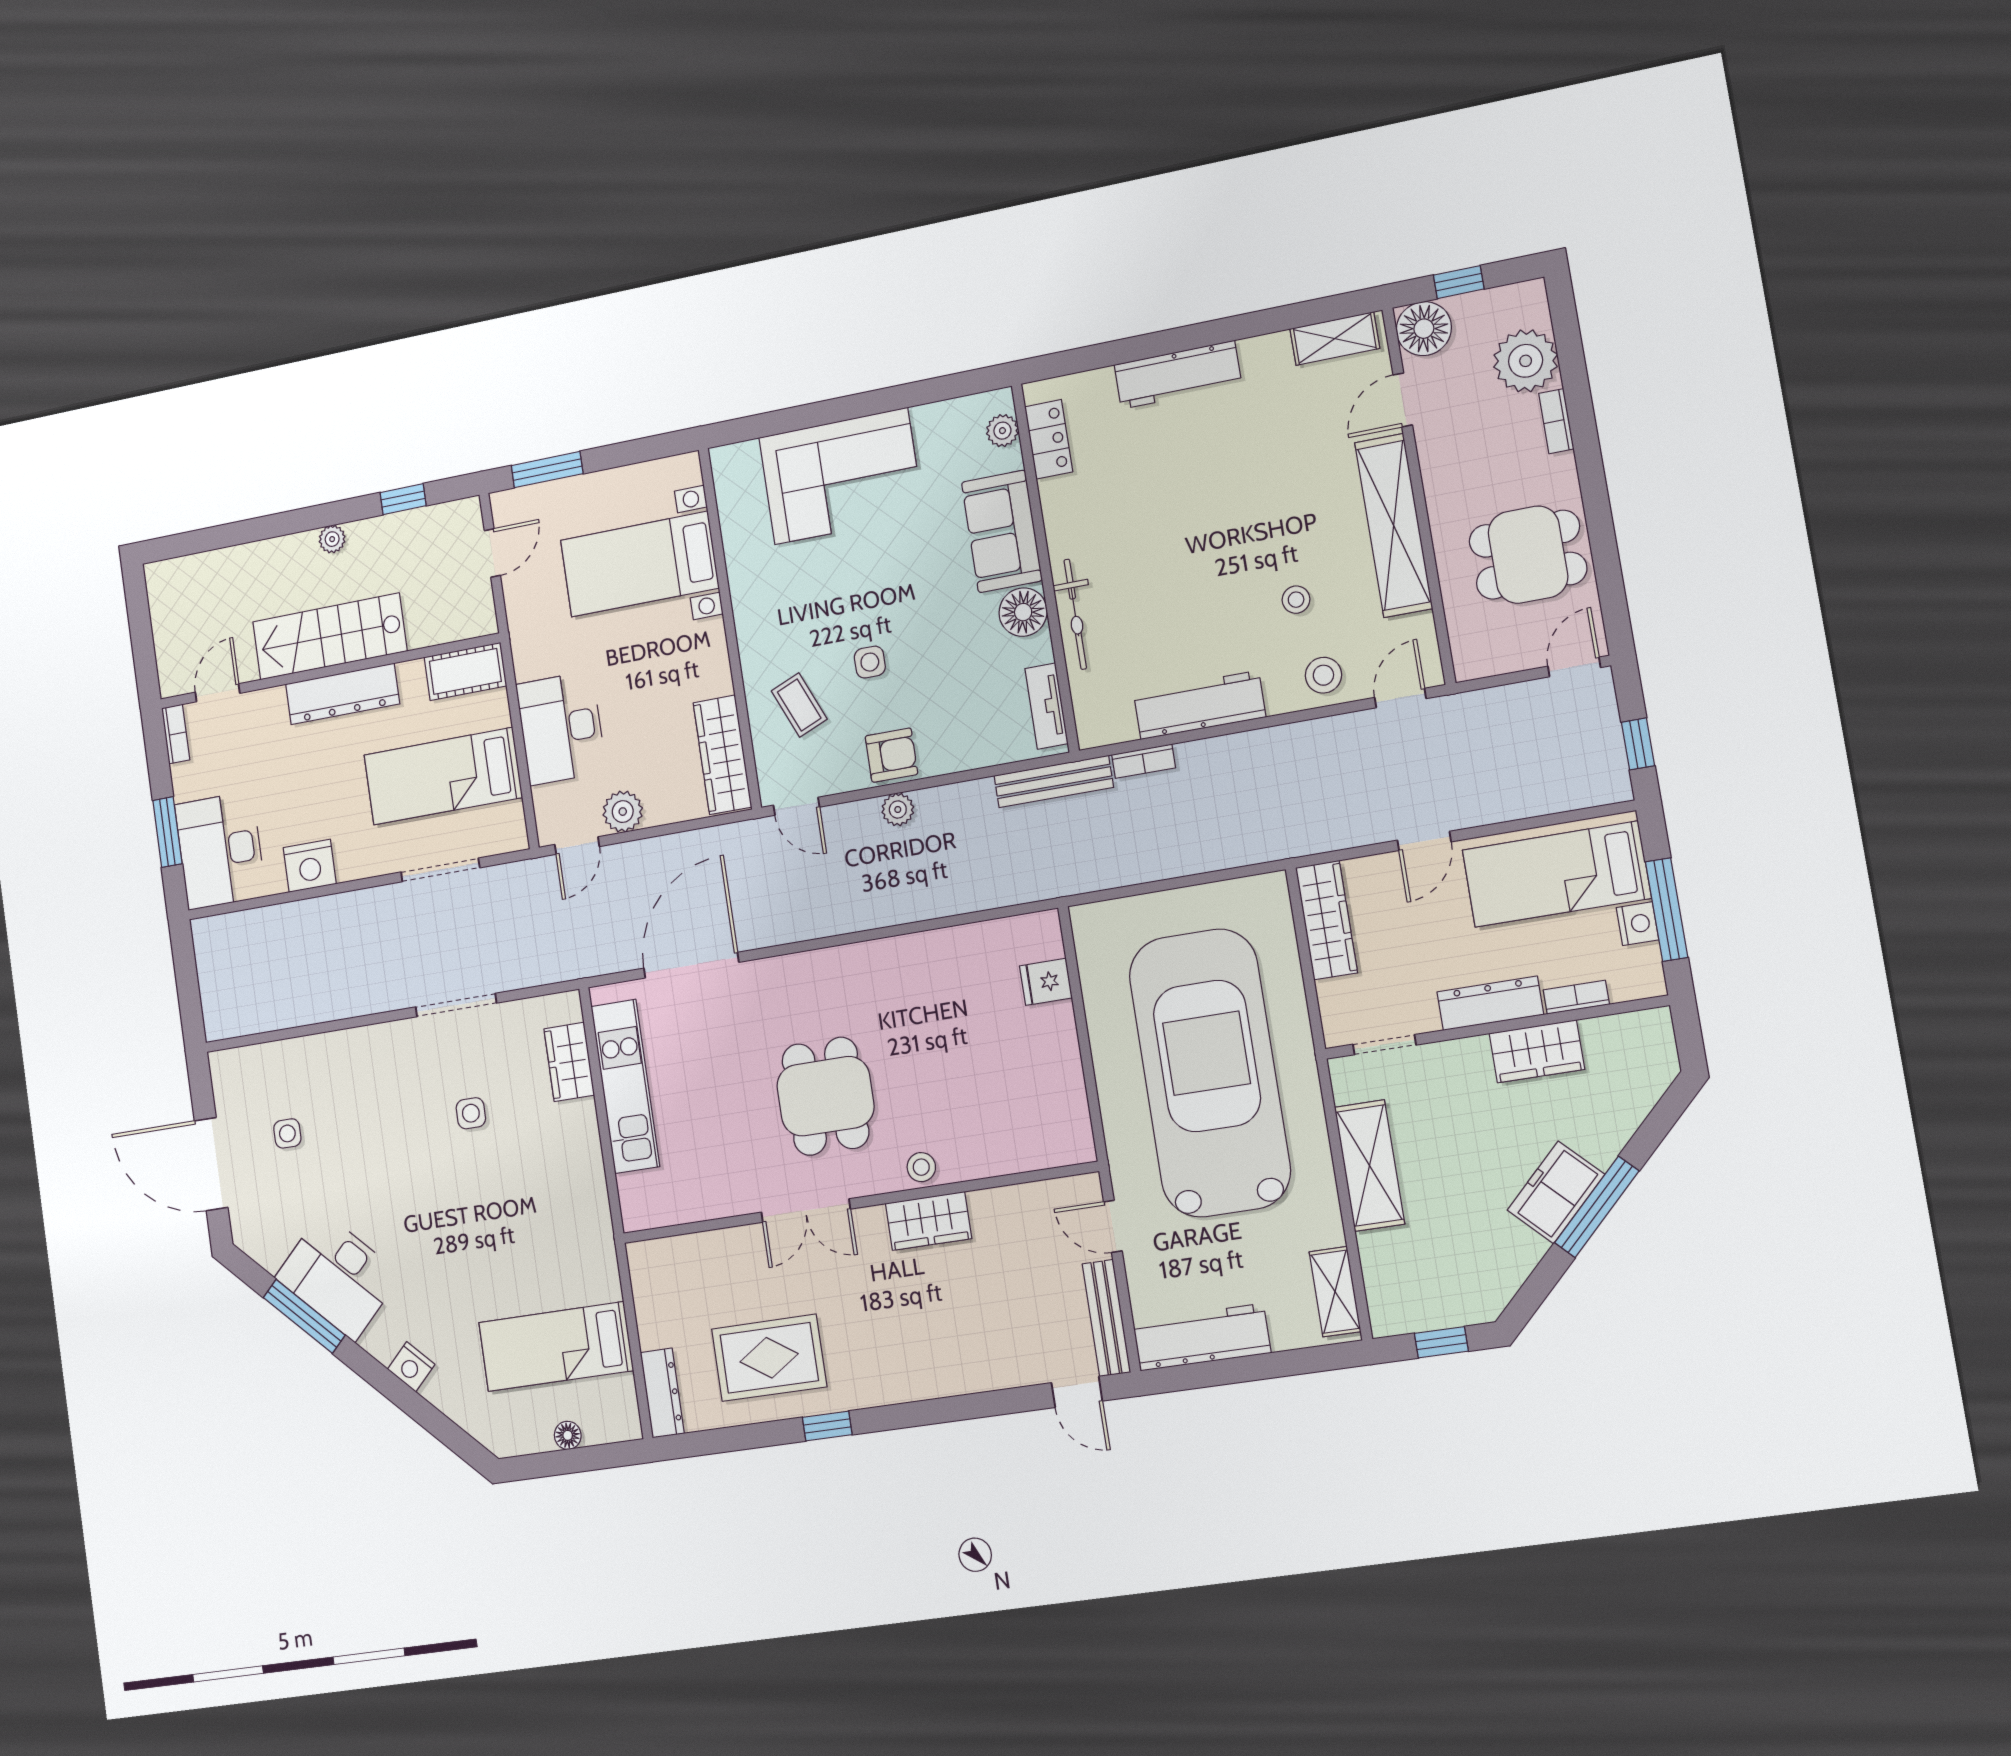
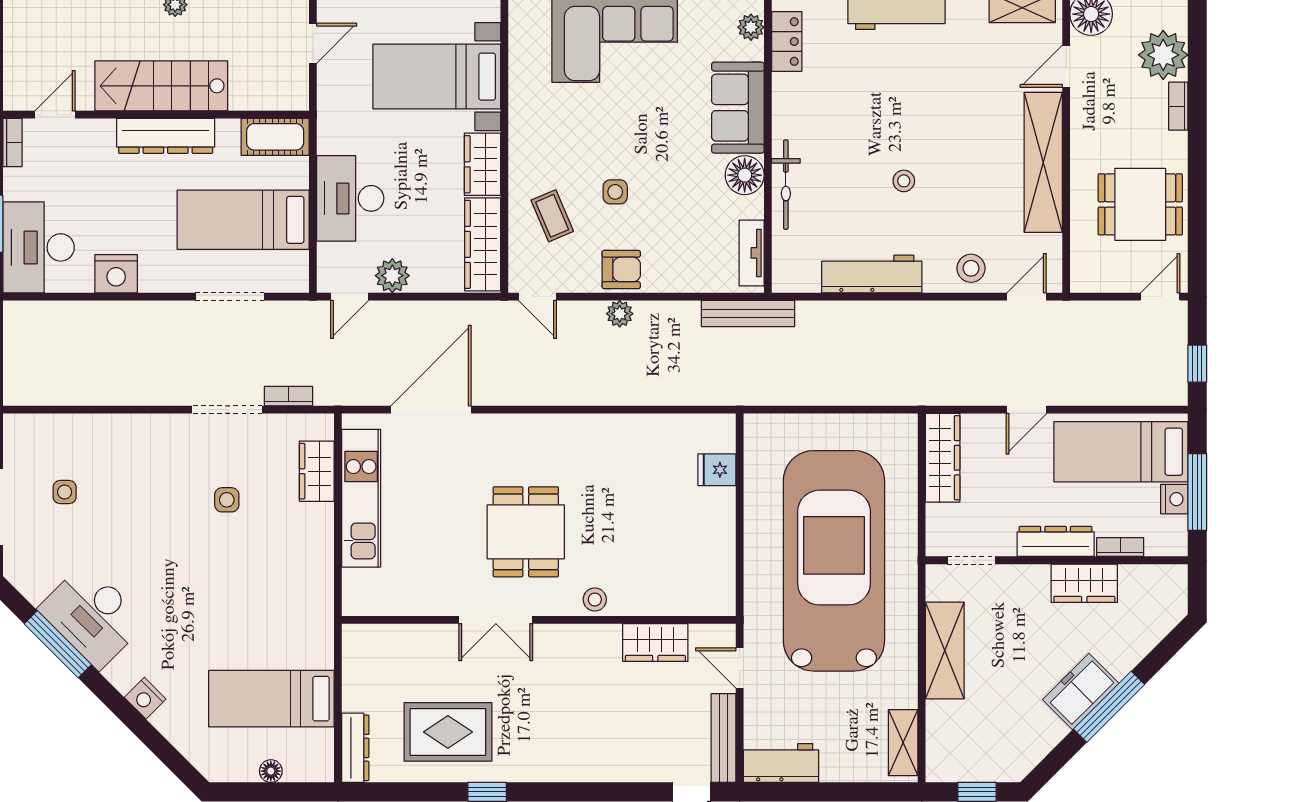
stool: (1296, 600) -> (904, 181), moved
wardrobe: (708, 658) -> (482, 164), added
bookcase: (1144, 761) -> (288, 396), moved, turned 180
wardrobe: (928, 1221) -> (655, 643), moved
workbench: (1202, 1337) -> (781, 763), width x0.73

